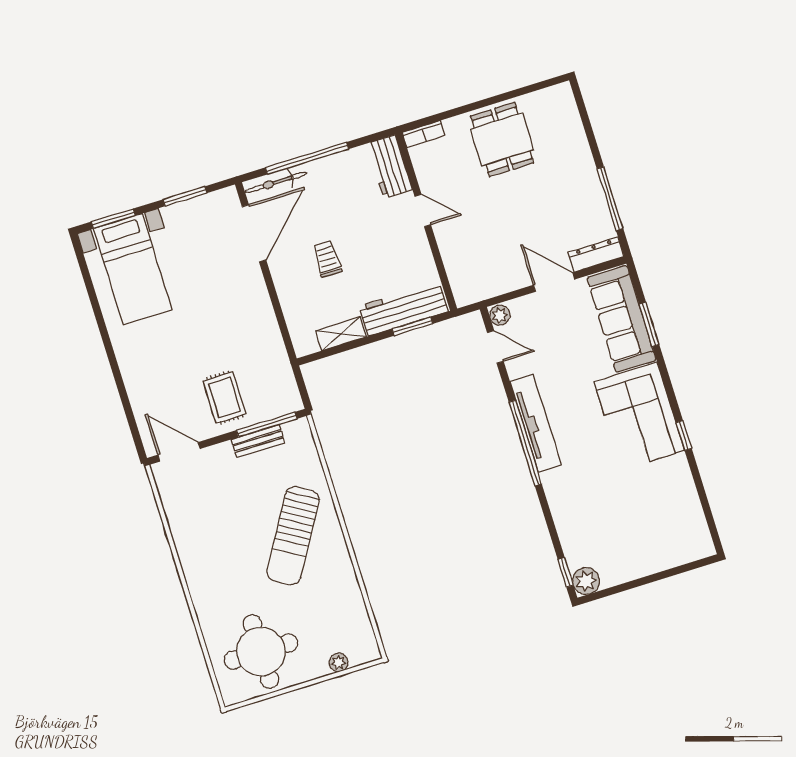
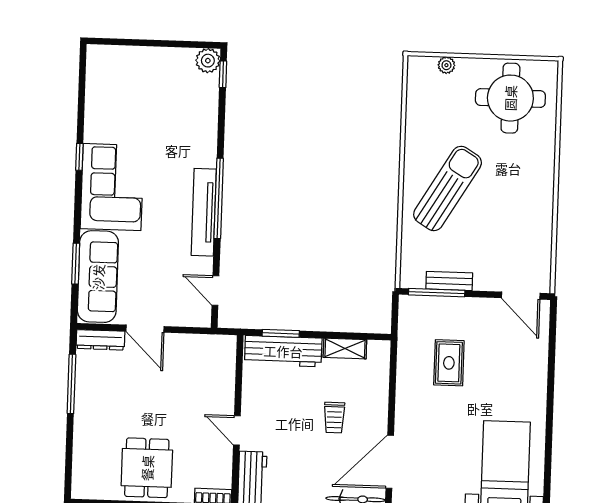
plant: (500, 315) -> (202, 317), removed
rug: (224, 397) -> (449, 363), moved

